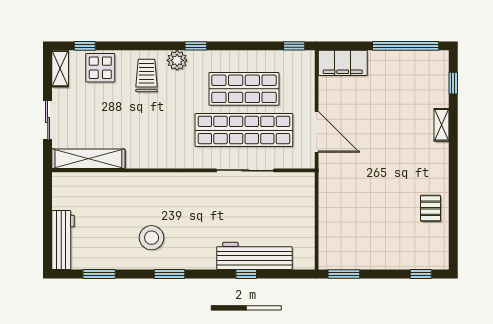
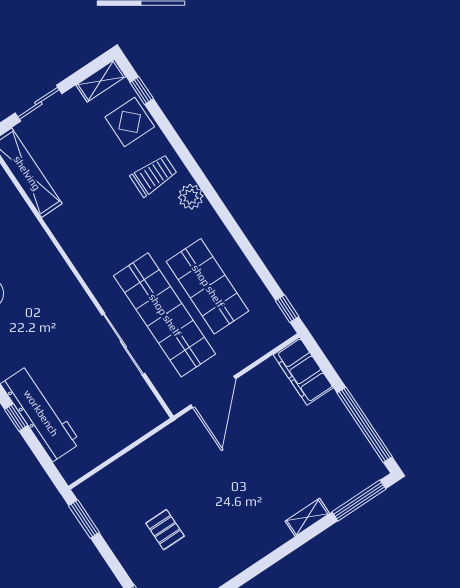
window: (196, 46) -> (219, 206), removed
window: (453, 83) -> (359, 500), width x2.17
pallet: (431, 208) -> (165, 530), moved, turned 90

